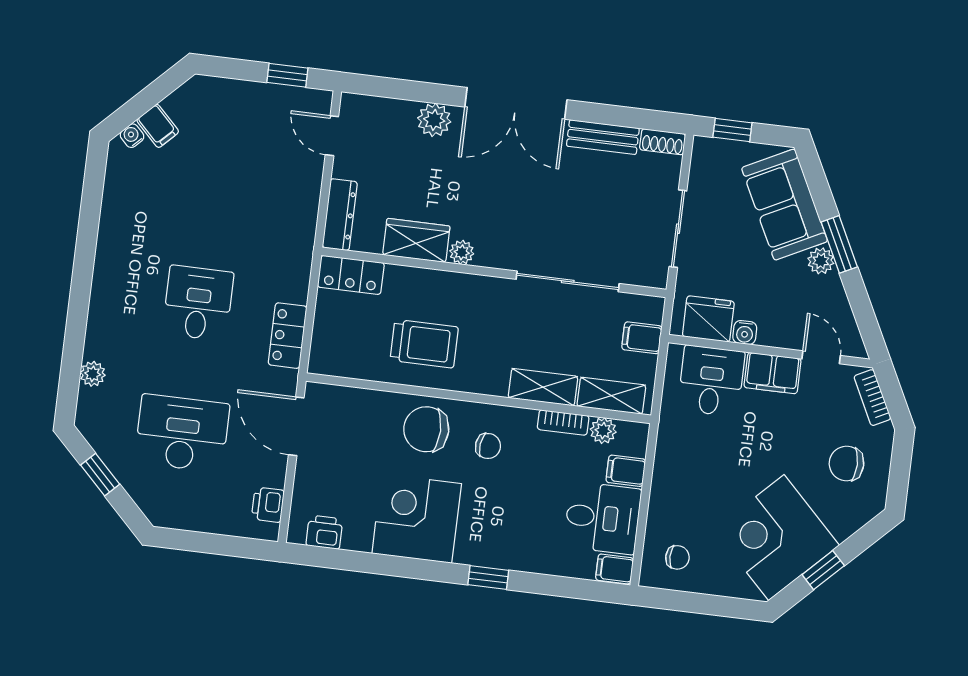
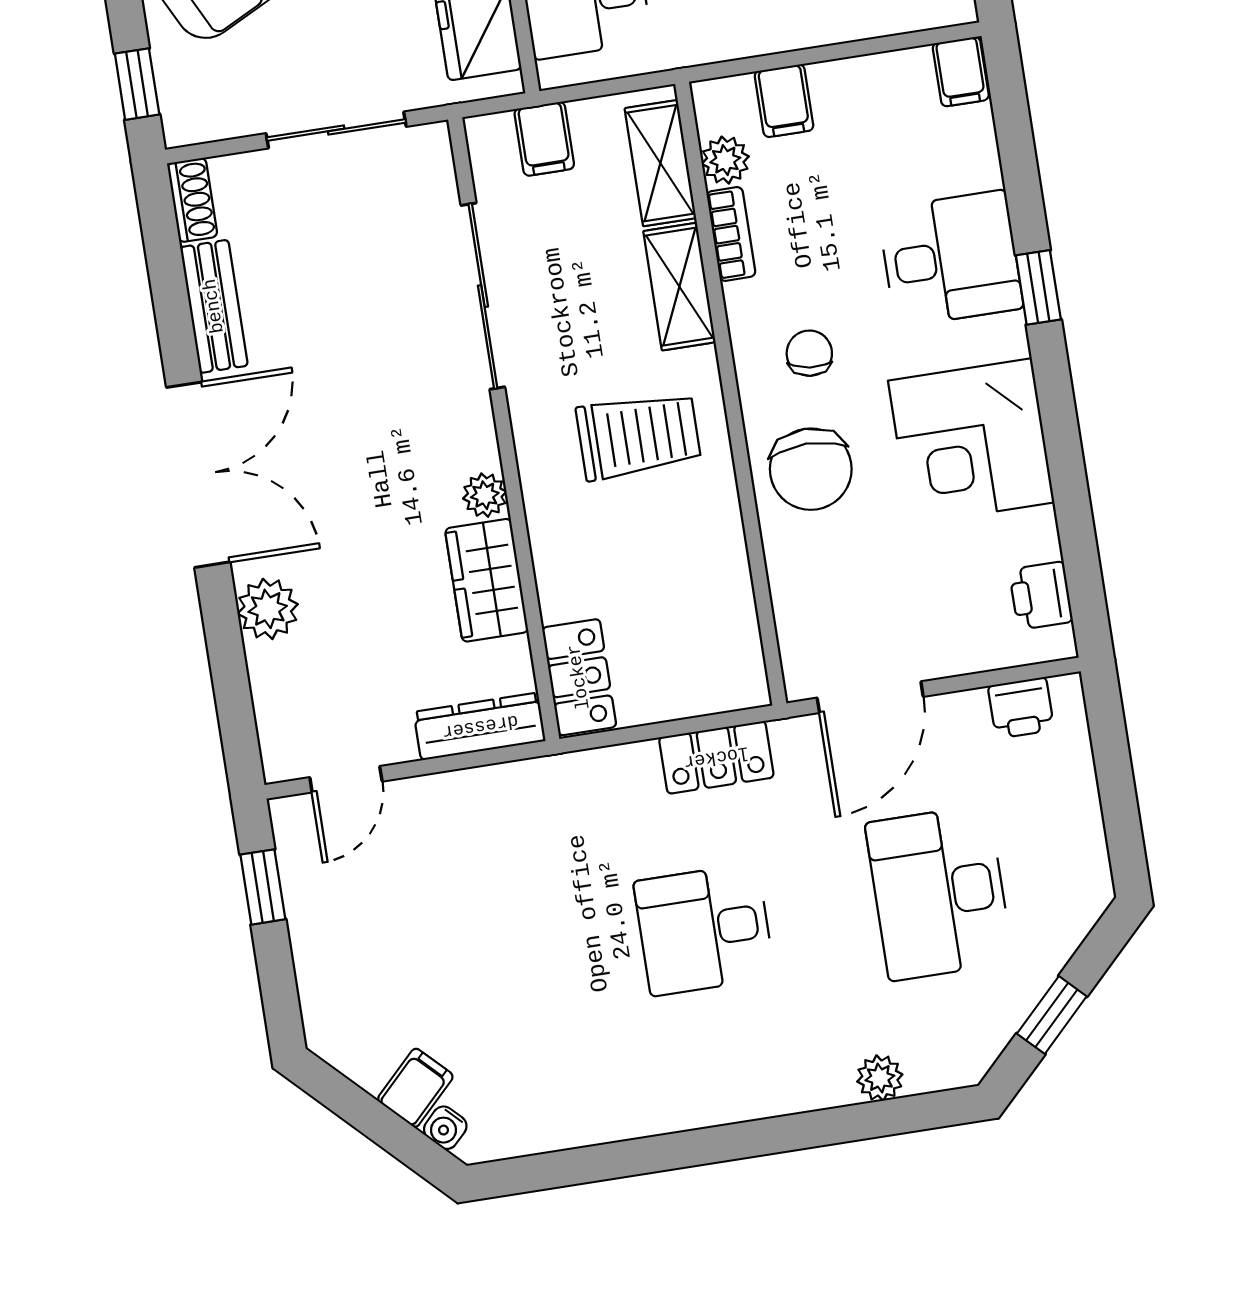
trolley: (424, 344) -> (638, 436), moved, turned 90
desk: (602, 518) -> (951, 259), moved, turned 90

